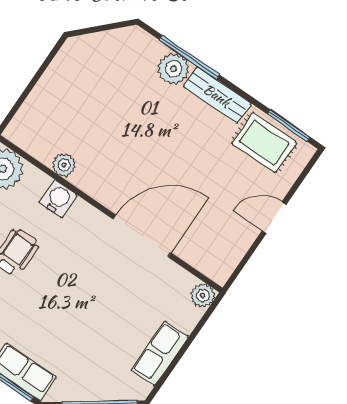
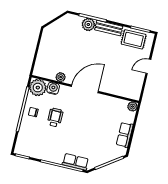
water cooler: (58, 199) -> (53, 88), moved
door: (142, 236) -> (85, 89), moved

